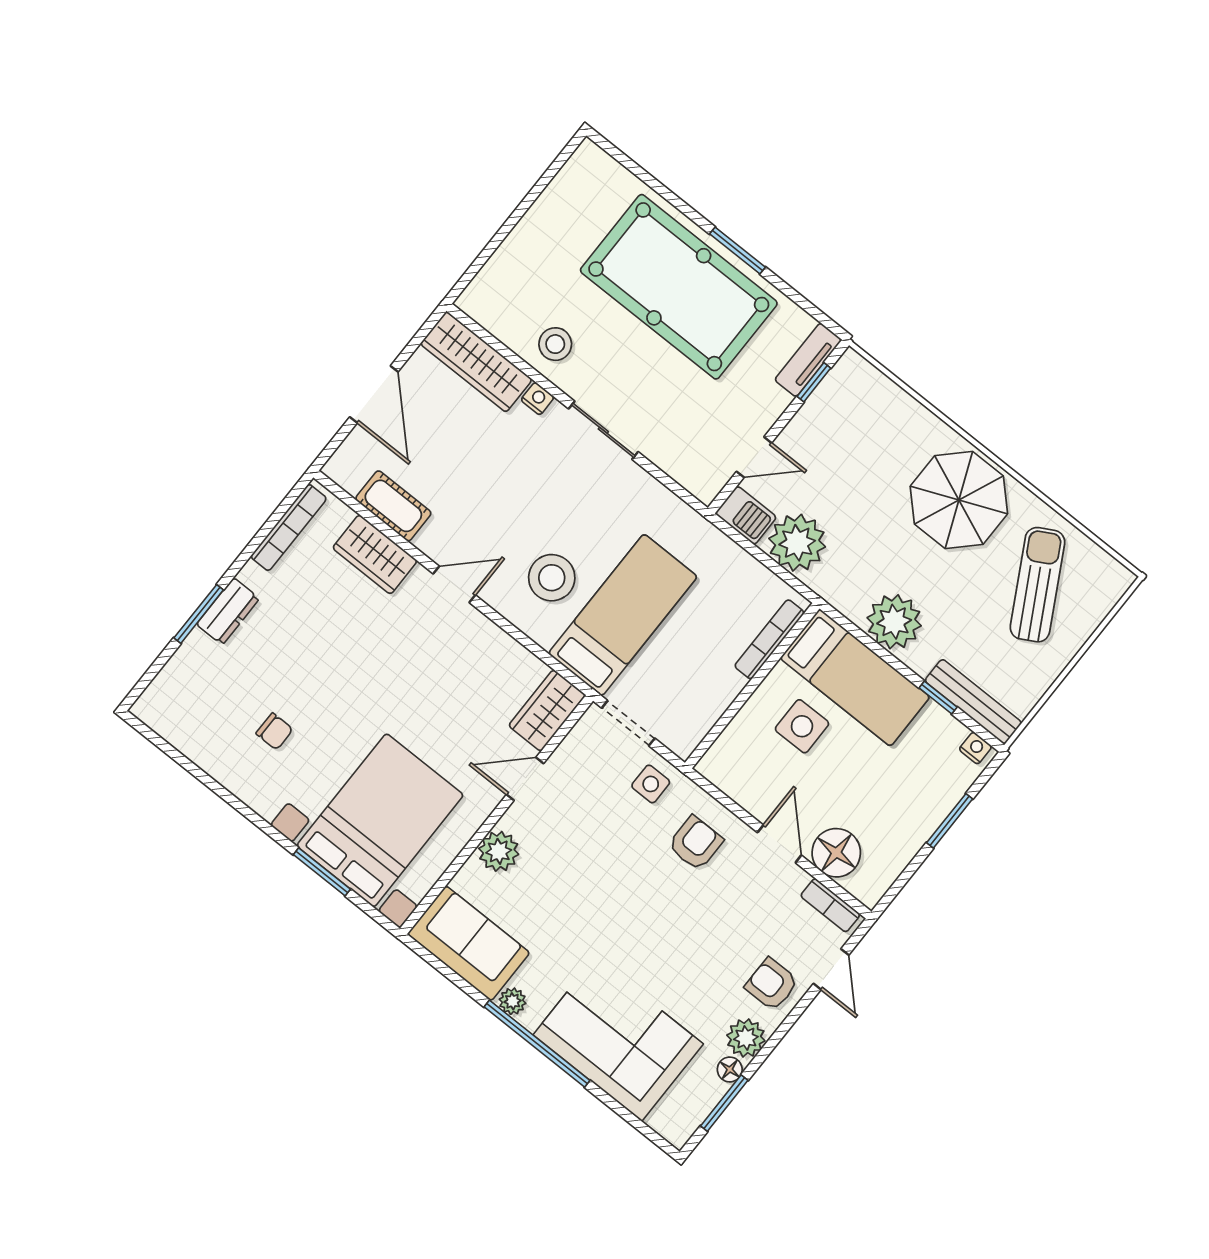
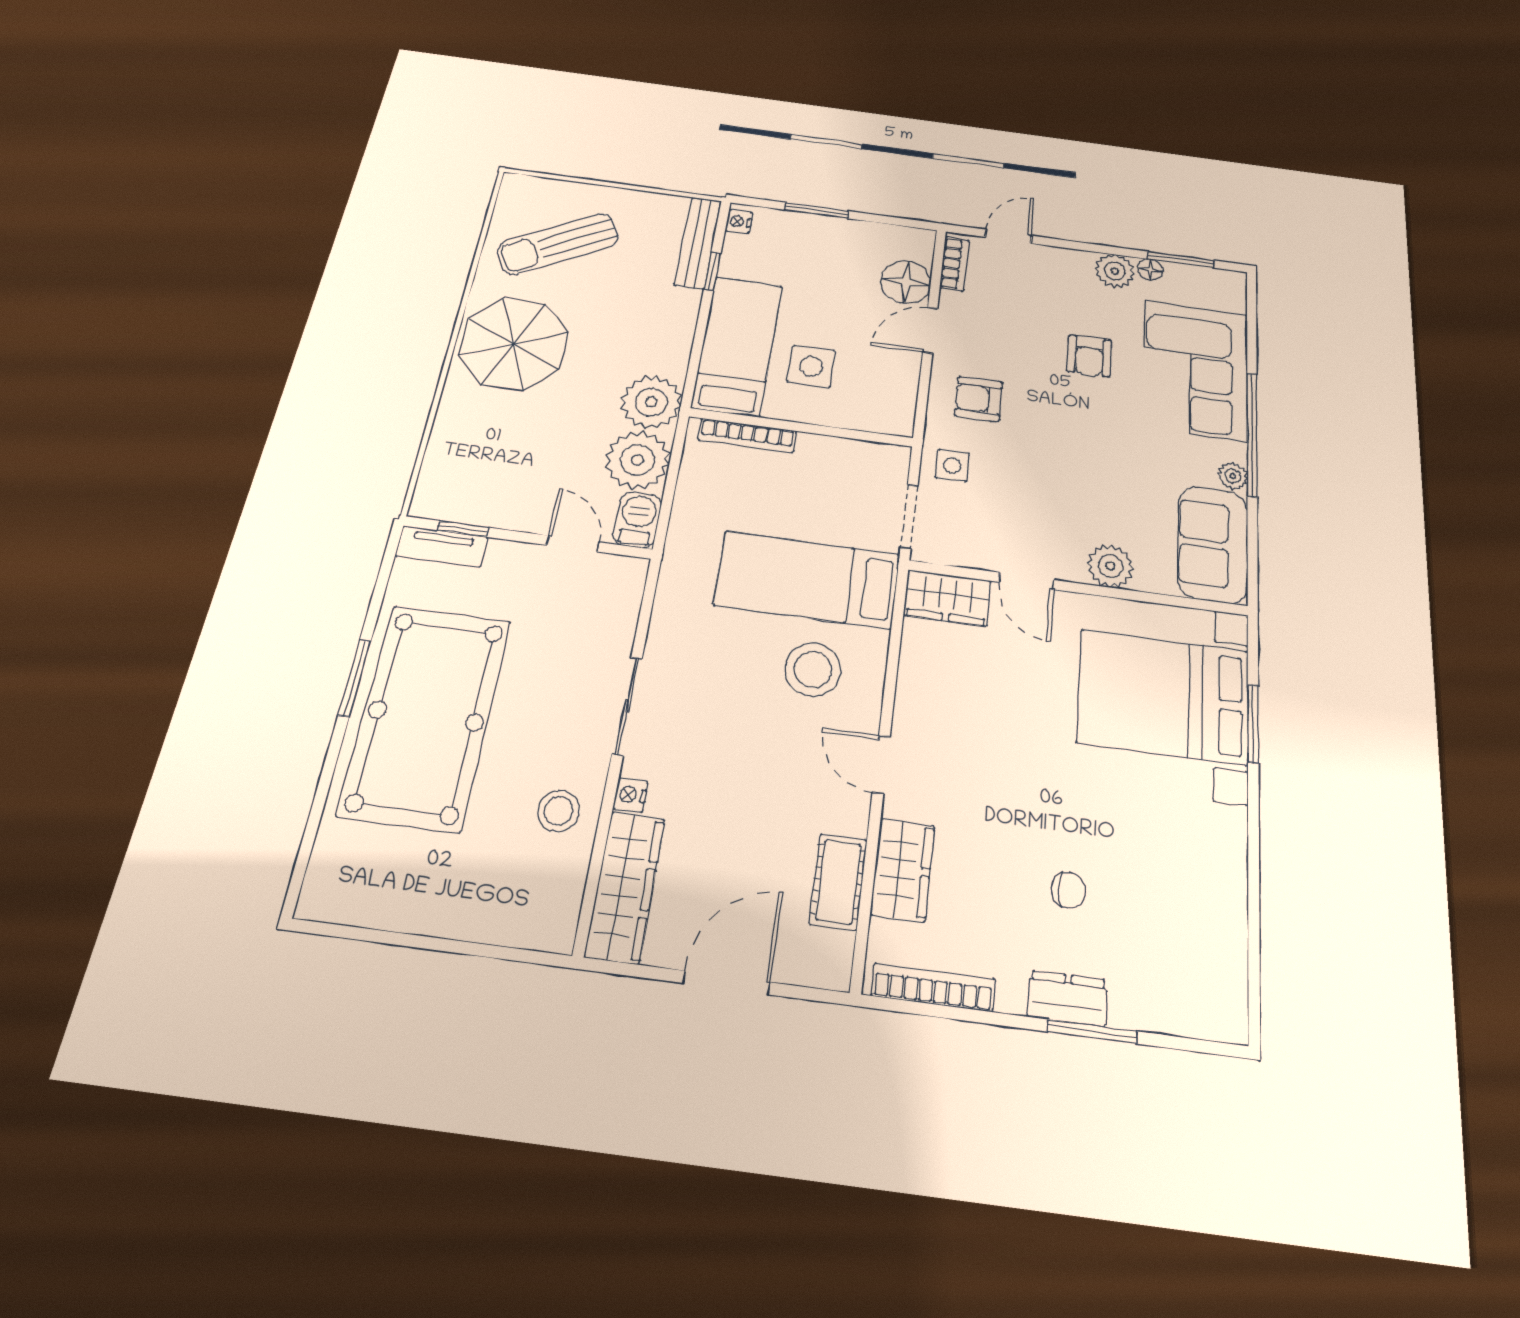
plant: (894, 622) -> (651, 402), moved
chair: (274, 731) -> (1069, 890), moved, turned 90
armchair: (772, 984) -> (1089, 356), moved

